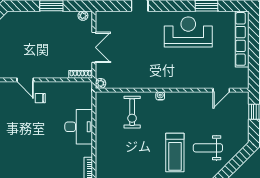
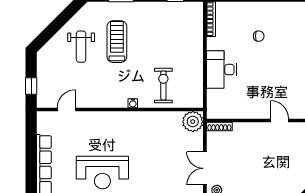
double door: (94, 47) -> (205, 168), moved
plant: (101, 83) -> (193, 122), width x1.88, depth x1.88
chair: (40, 98) -> (259, 36), moved
weight bench: (208, 148) -> (81, 47), turned 90

